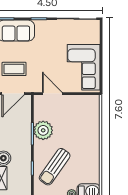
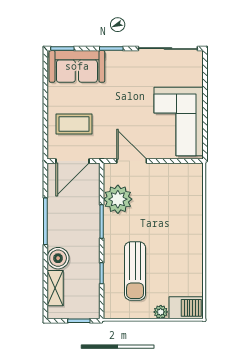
plant: (43, 130) -> (118, 199), moved
sun lounger: (55, 167) -> (135, 271), turned -35

